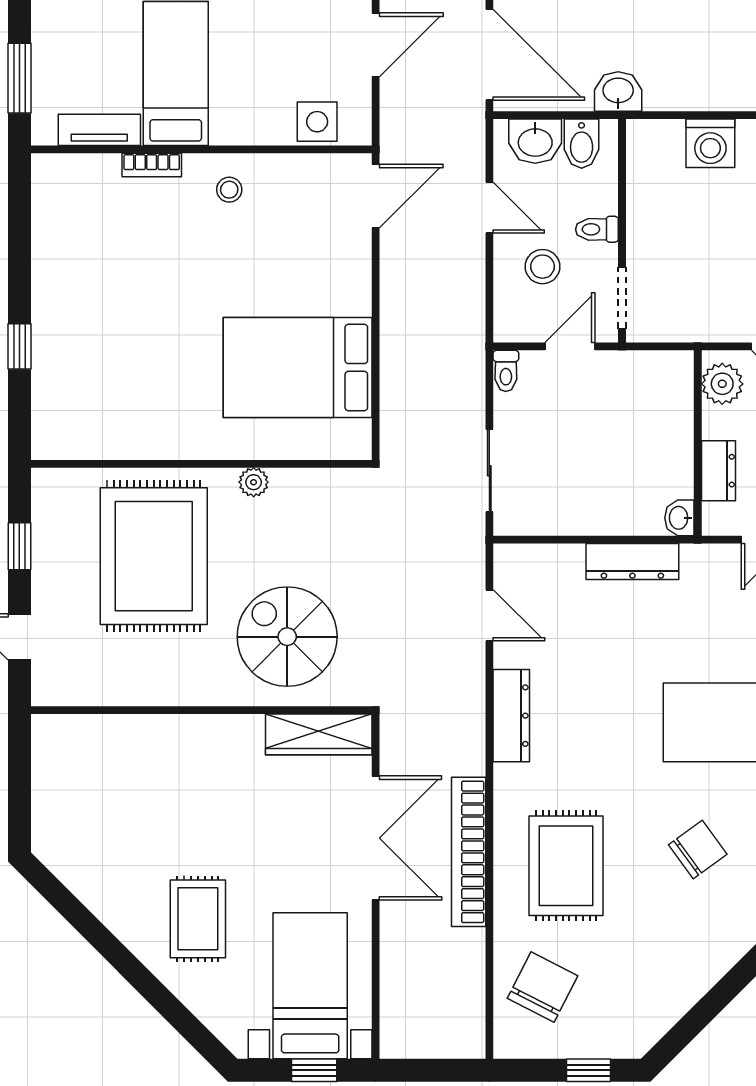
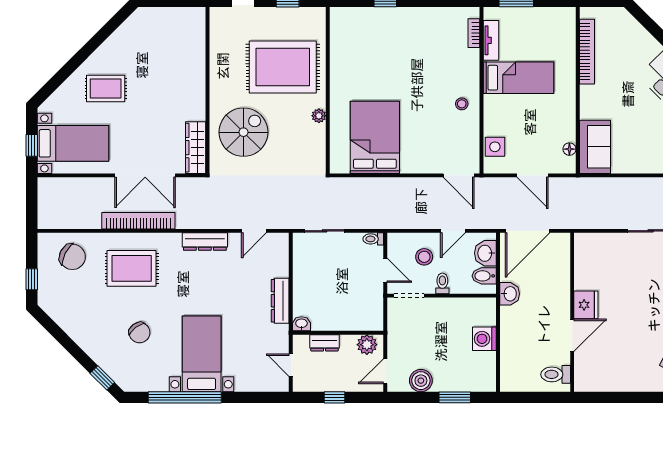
bookcase: (152, 165) -> (474, 33), moved

